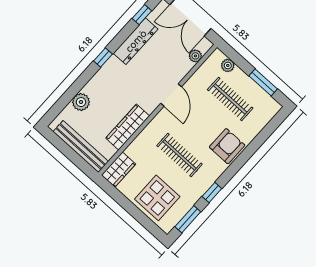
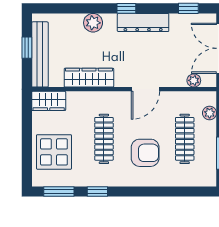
dresser: (136, 41) -> (143, 23), moved
plant: (81, 102) -> (93, 23), moved
armchair: (227, 146) -> (145, 153), moved
window: (68, 151) -> (27, 48), added

